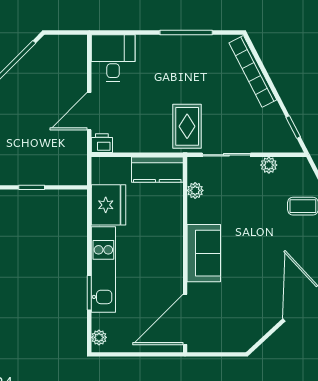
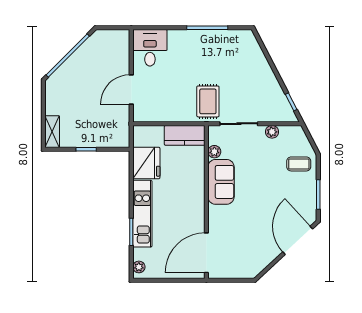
bookcase: (253, 71) -> (260, 58), removed
printer: (102, 143) -> (141, 115), removed
sofa: (204, 253) -> (221, 182), moved

